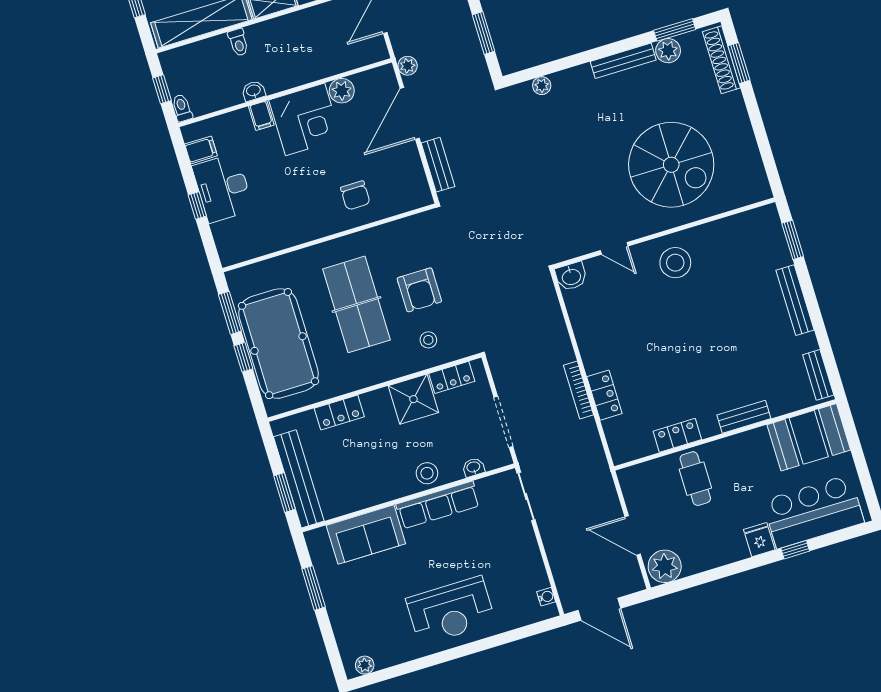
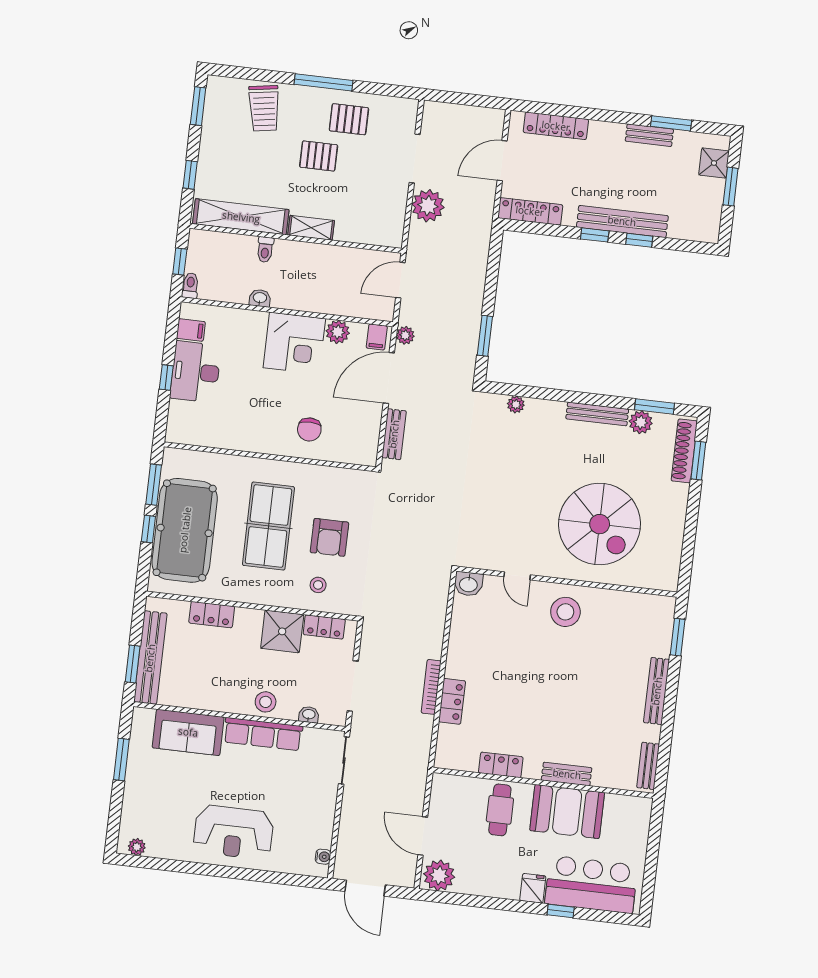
filing cabinet: (261, 116) -> (377, 337), moved
booth: (809, 437) -> (567, 811), moved

